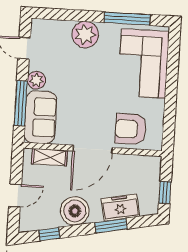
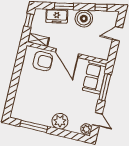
corner sofa: (143, 64) -> (29, 98), removed
plant: (36, 80) -> (86, 129), moved
door: (93, 149) -> (67, 53), swing flipped
shelving: (49, 157) -> (38, 40), moved

